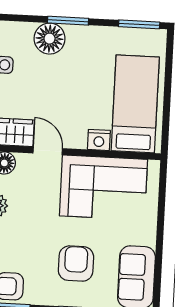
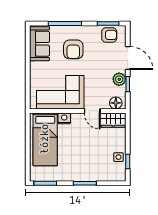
floor lamp: (50, 39) -> (94, 173), removed

